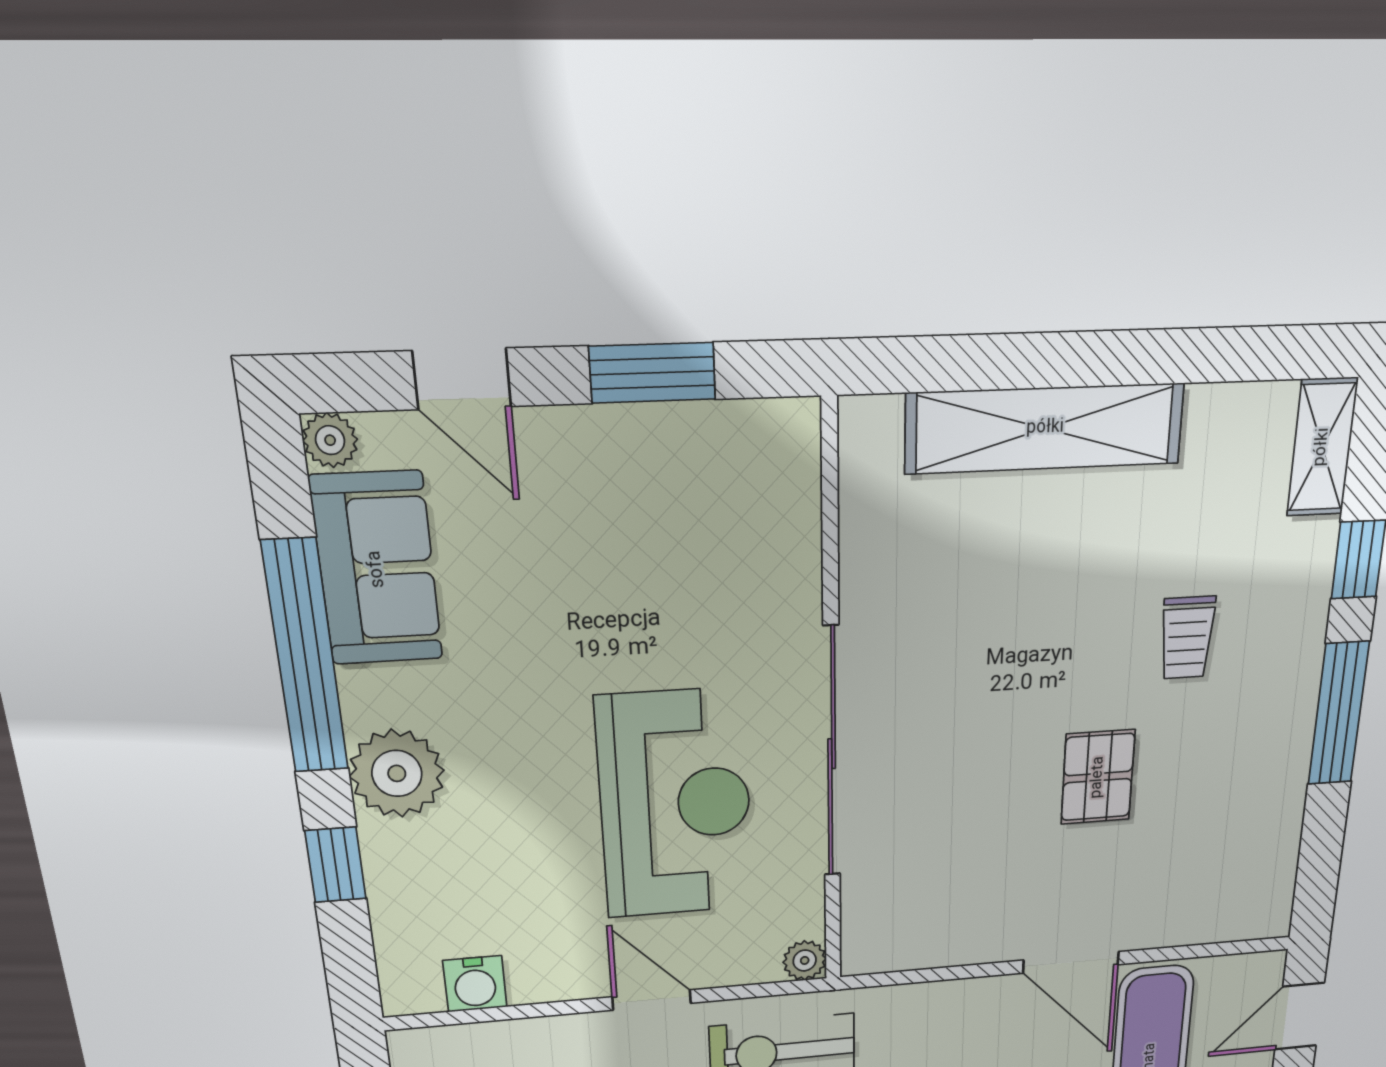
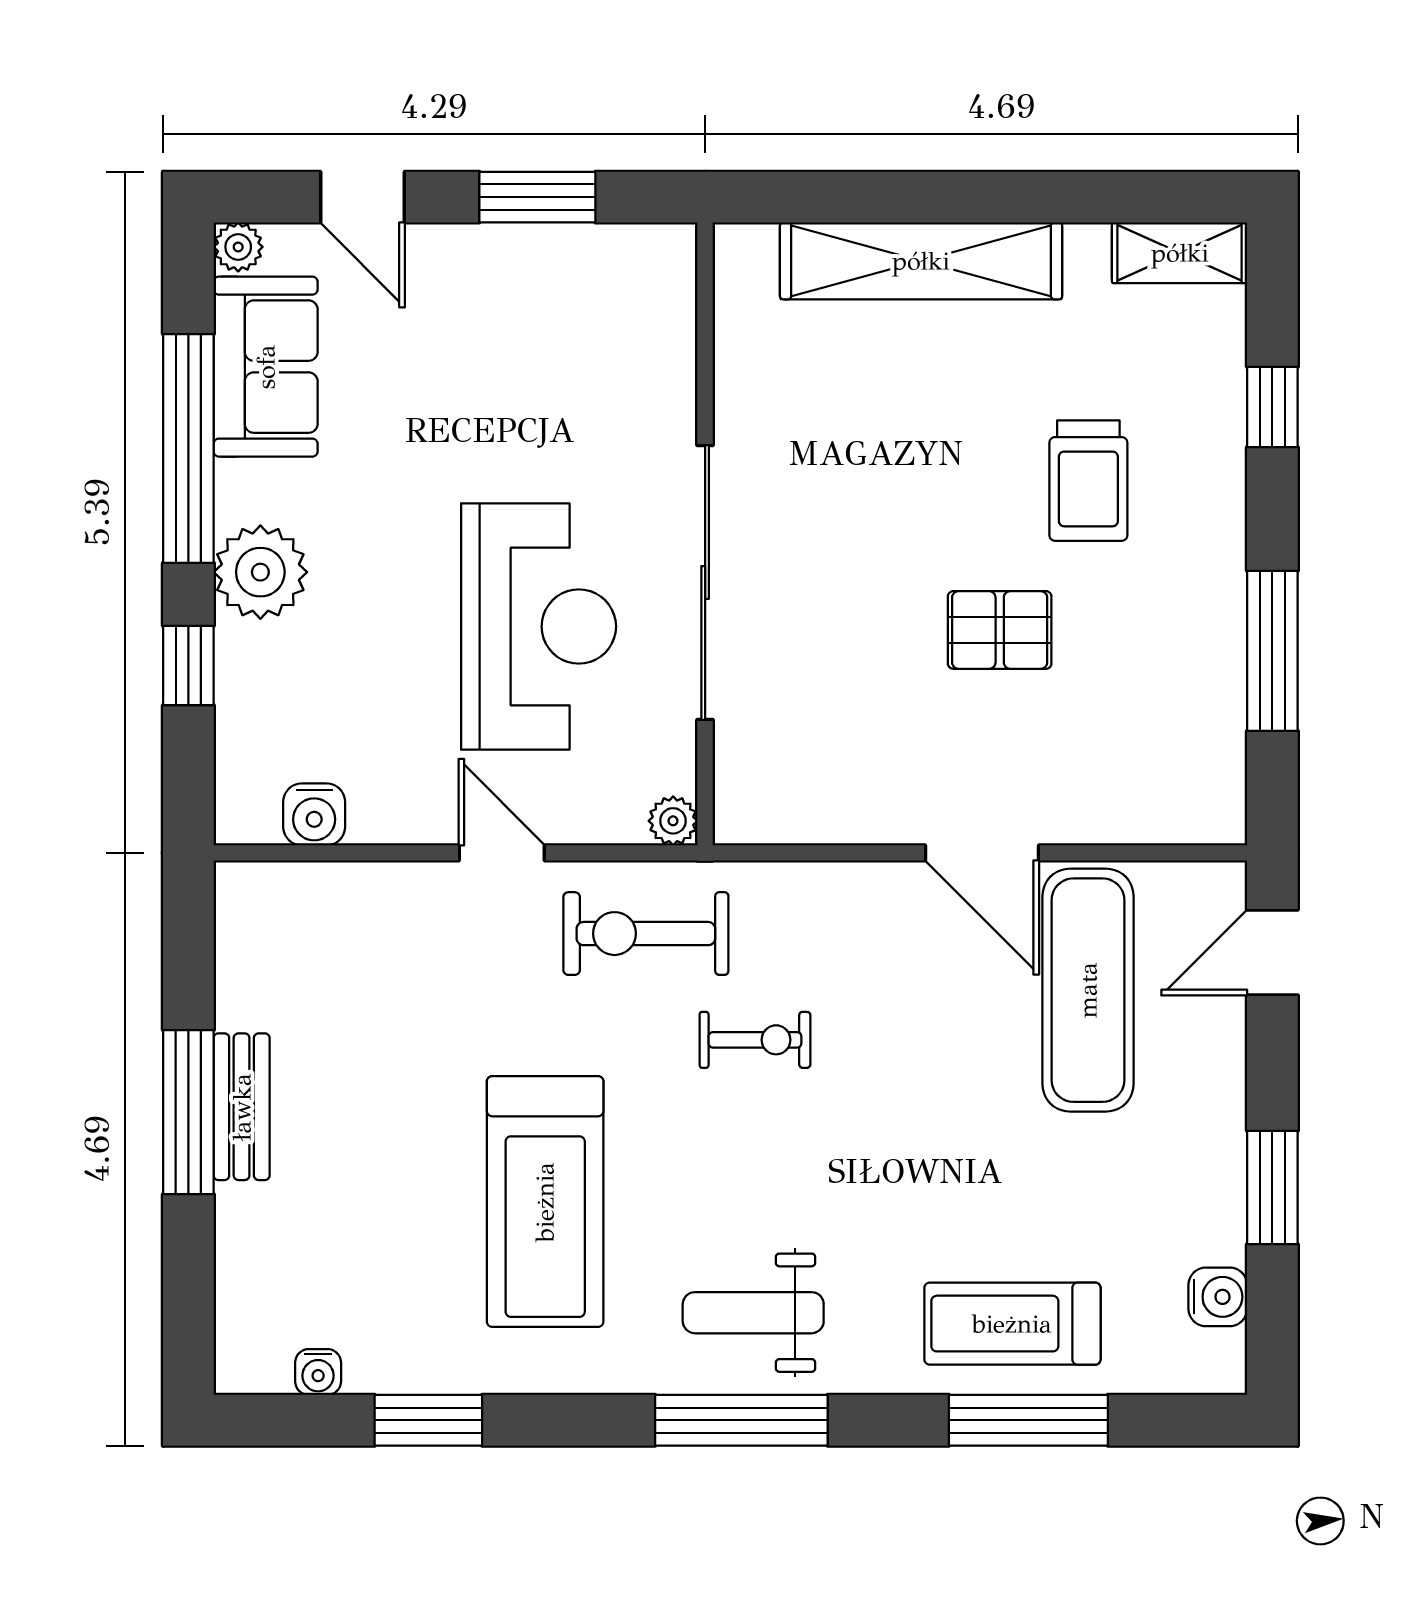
shelving: (1322, 447) -> (1180, 253), moved, turned 90
trolley: (1187, 638) -> (1088, 481), width x1.36, depth x1.39
window: (1339, 714) -> (1272, 651), moved
pallet: (1098, 777) -> (1000, 630), turned 90

